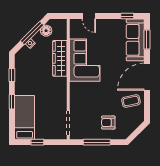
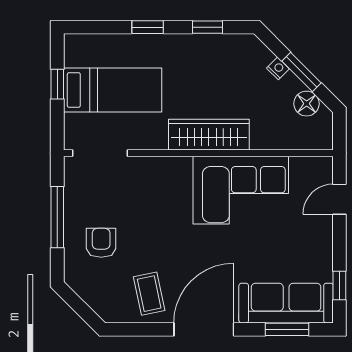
window: (32, 33) -> (302, 72), width x0.69
wardrobe: (60, 58) -> (209, 135), moved
door: (147, 77) -> (204, 329), hinge flipped
bed: (25, 117) -> (113, 90), moved

